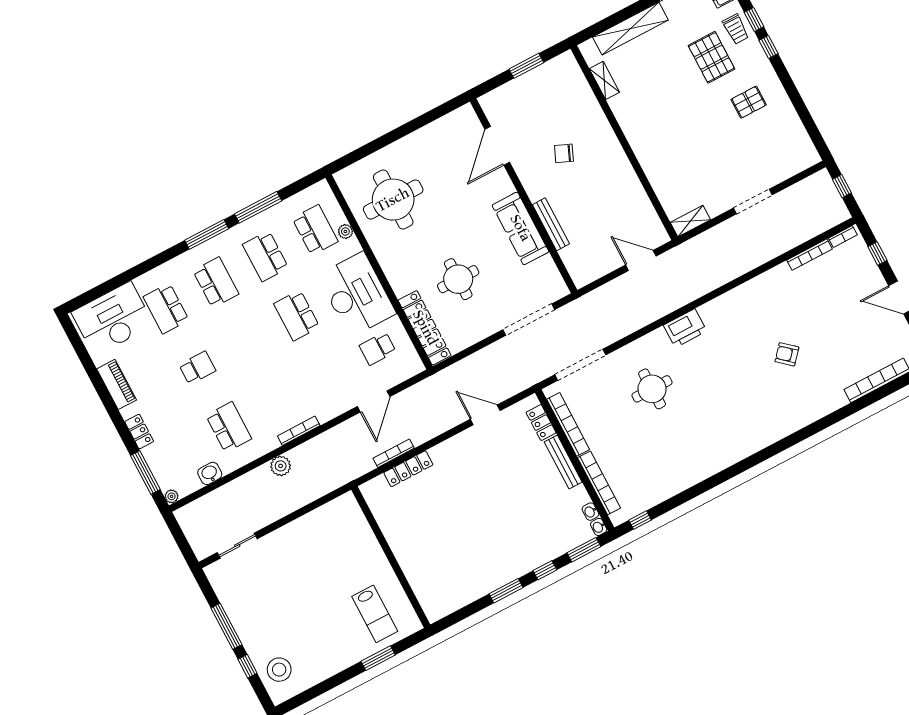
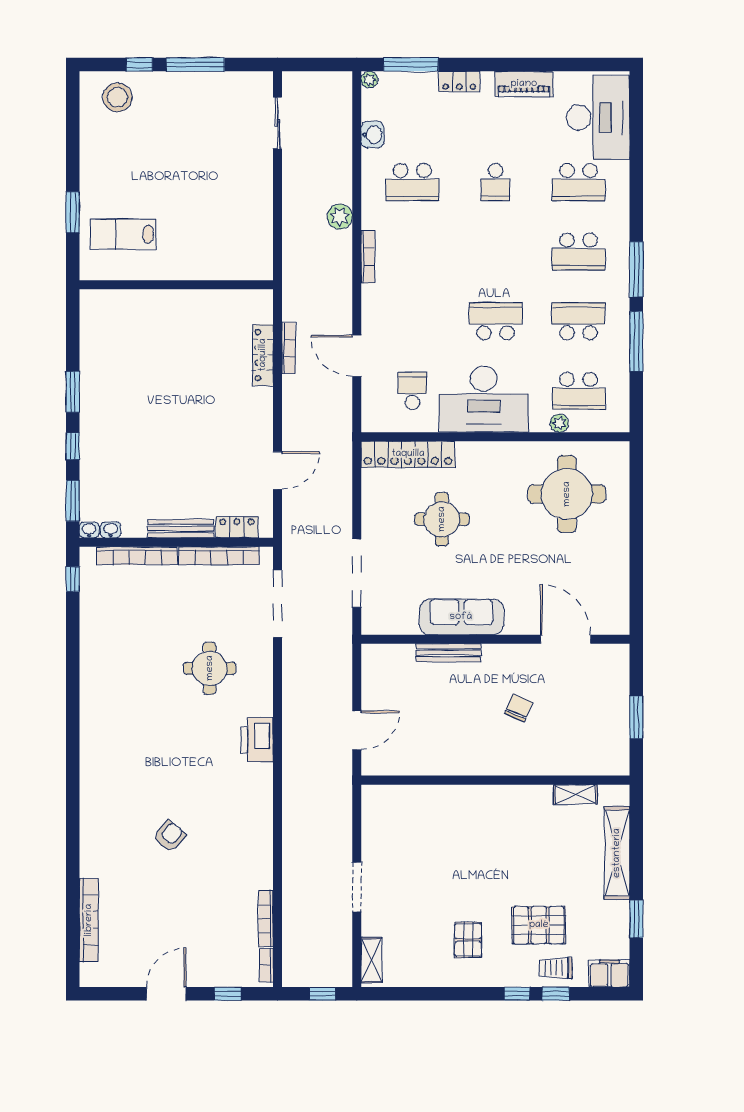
shelving: (690, 221) -> (371, 960), moved
school desk: (166, 308) -> (579, 182), turned 180

